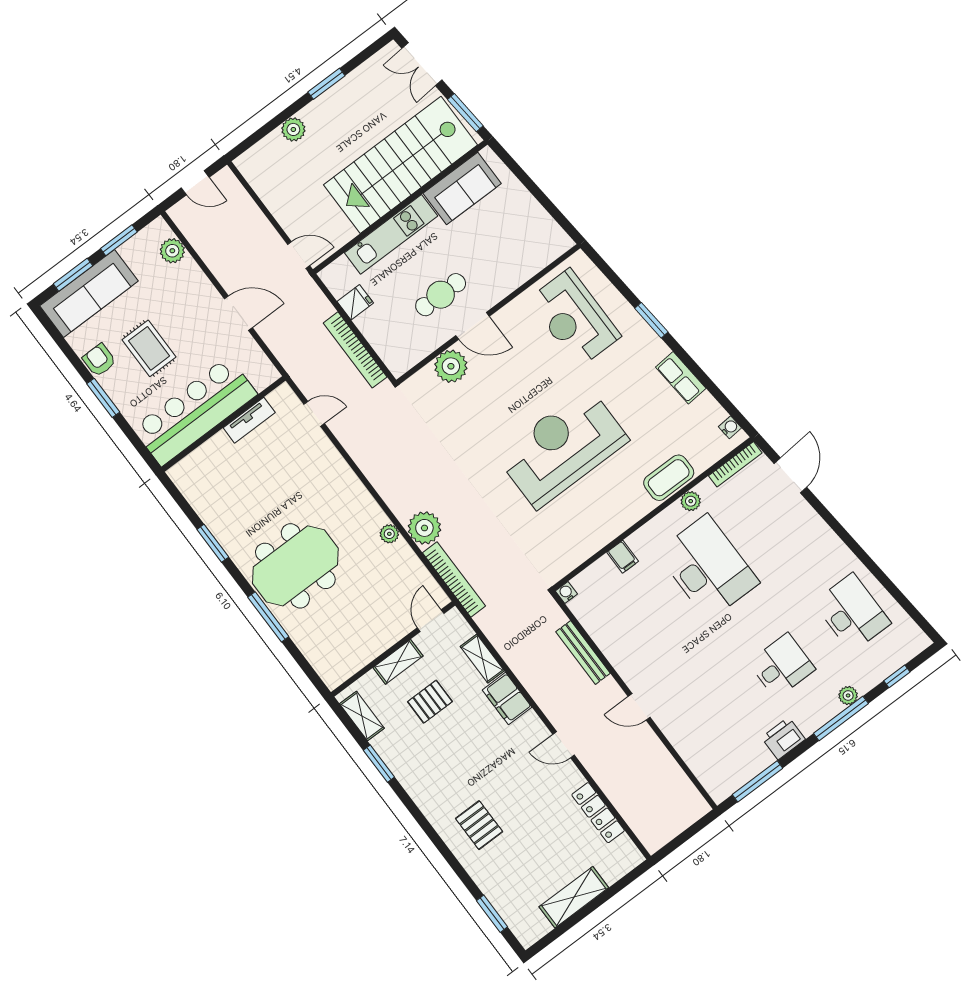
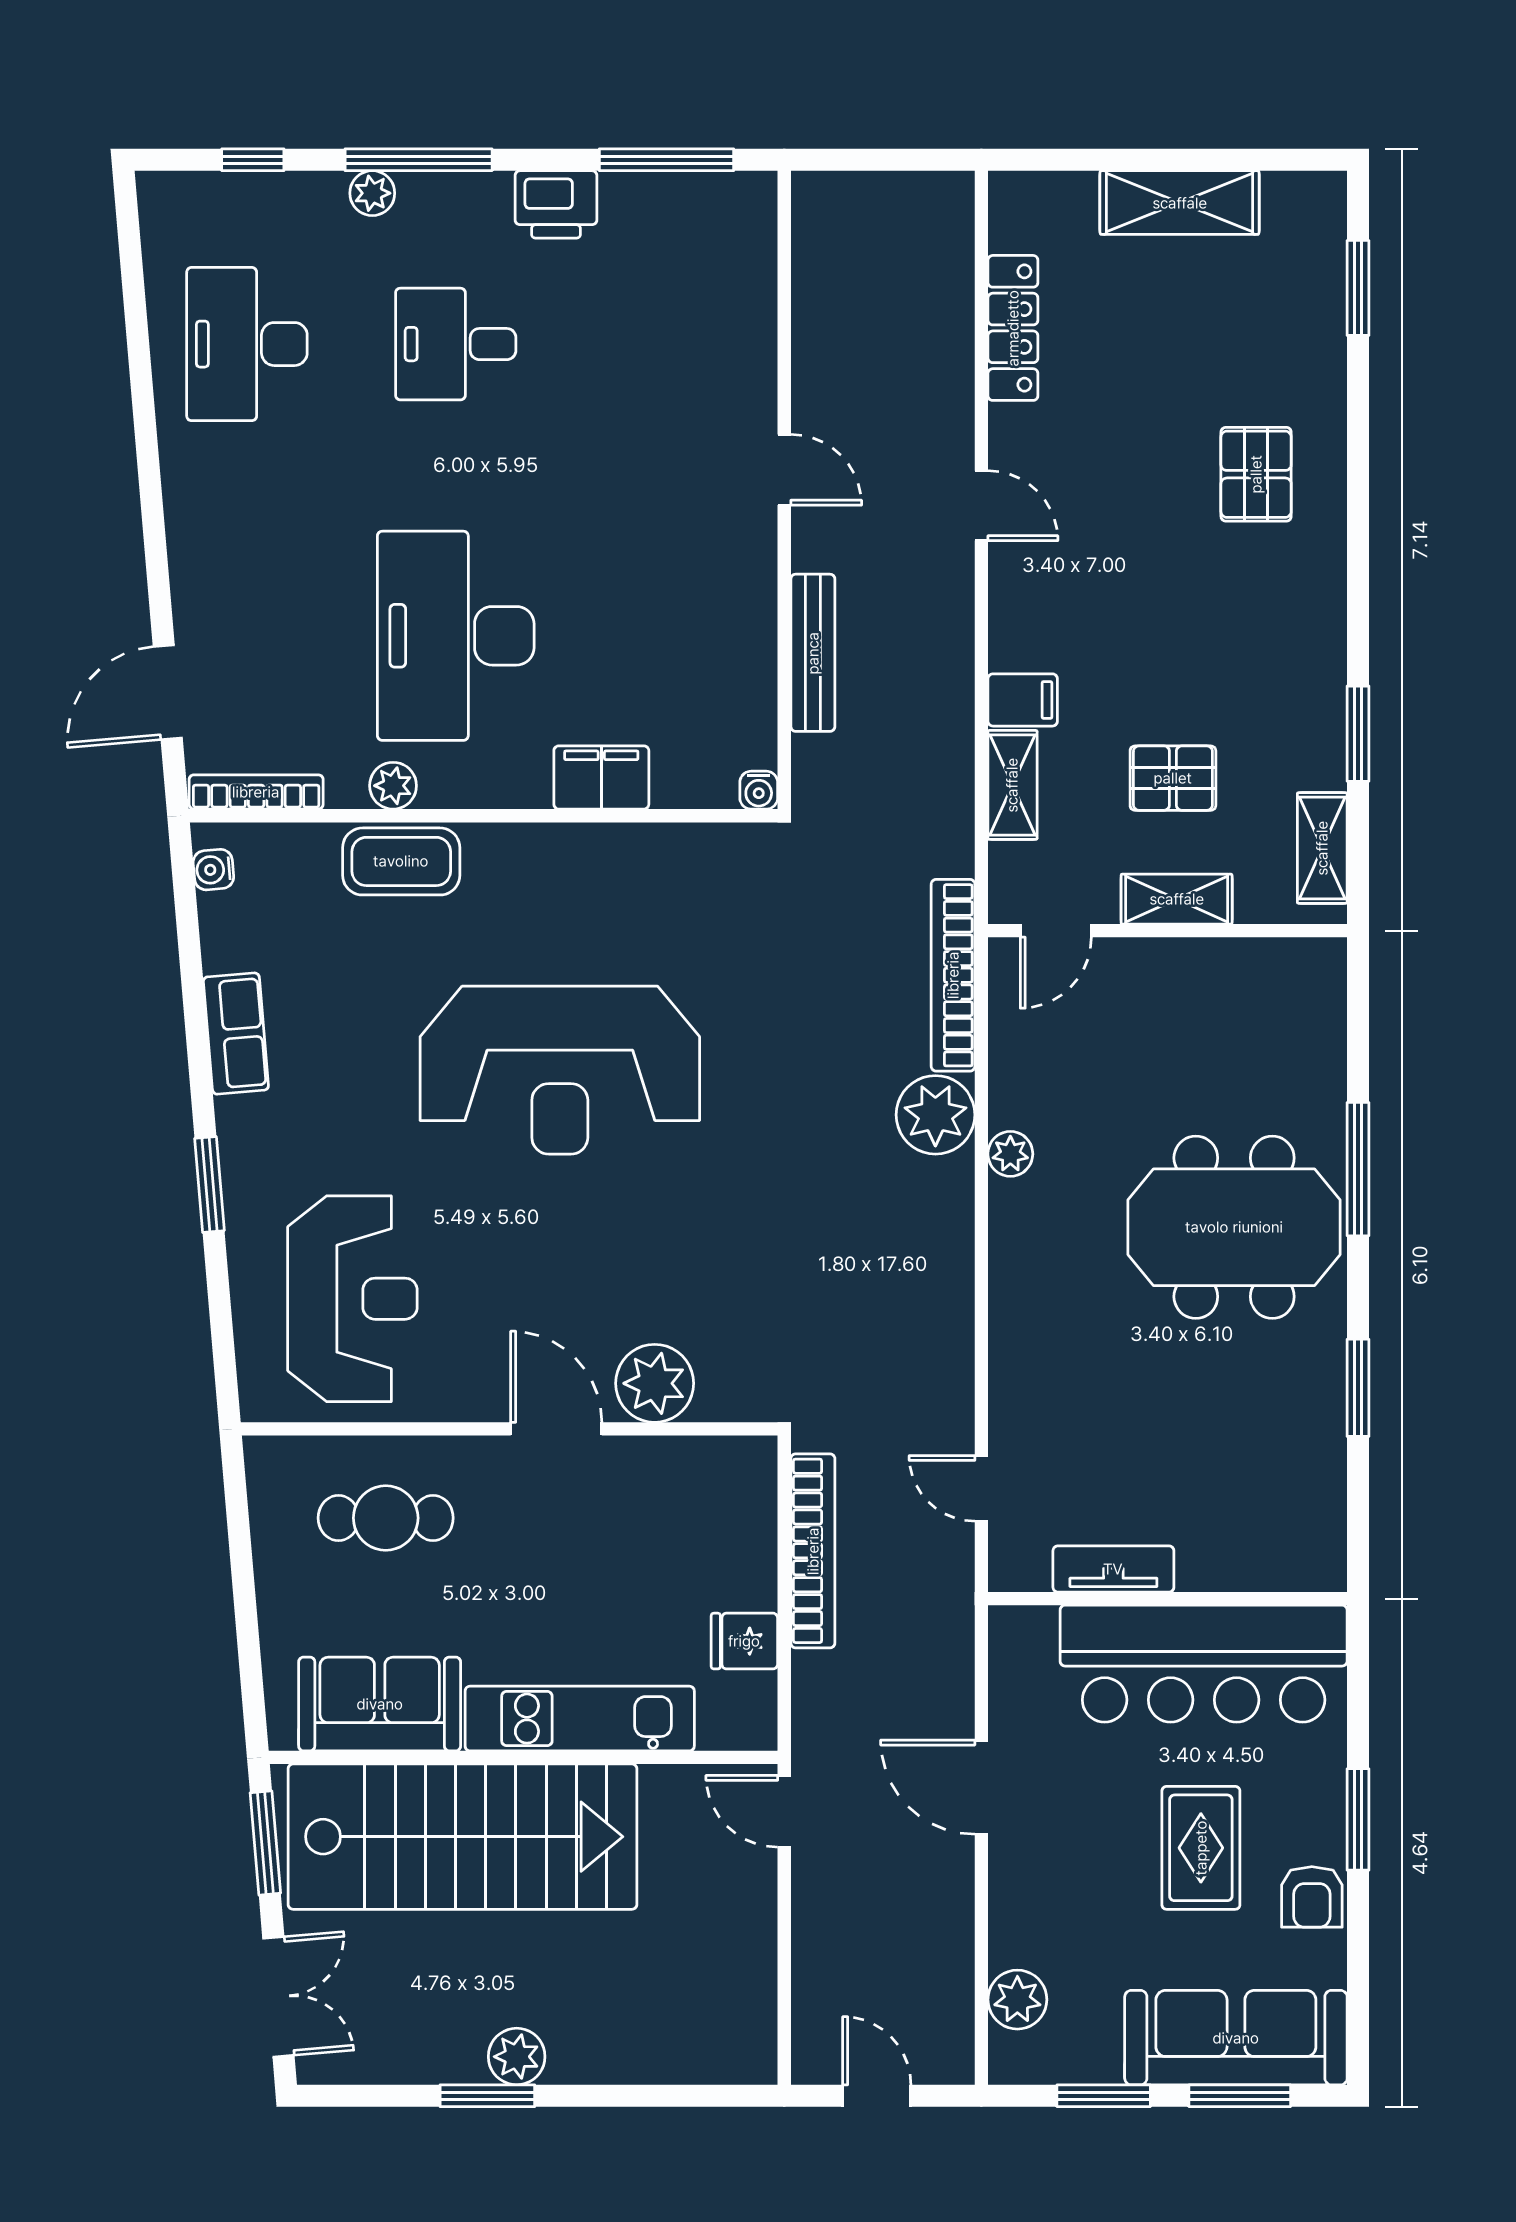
plant: (293, 129) -> (517, 2057), moved
cafe table: (441, 295) -> (386, 1518), moved
filing cabinet: (623, 557) -> (601, 777), width x2.00
filing cabinet: (507, 699) -> (1023, 700), width x0.50

